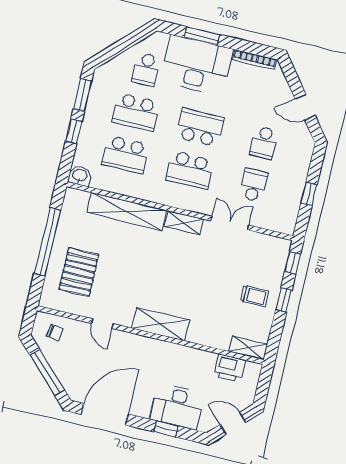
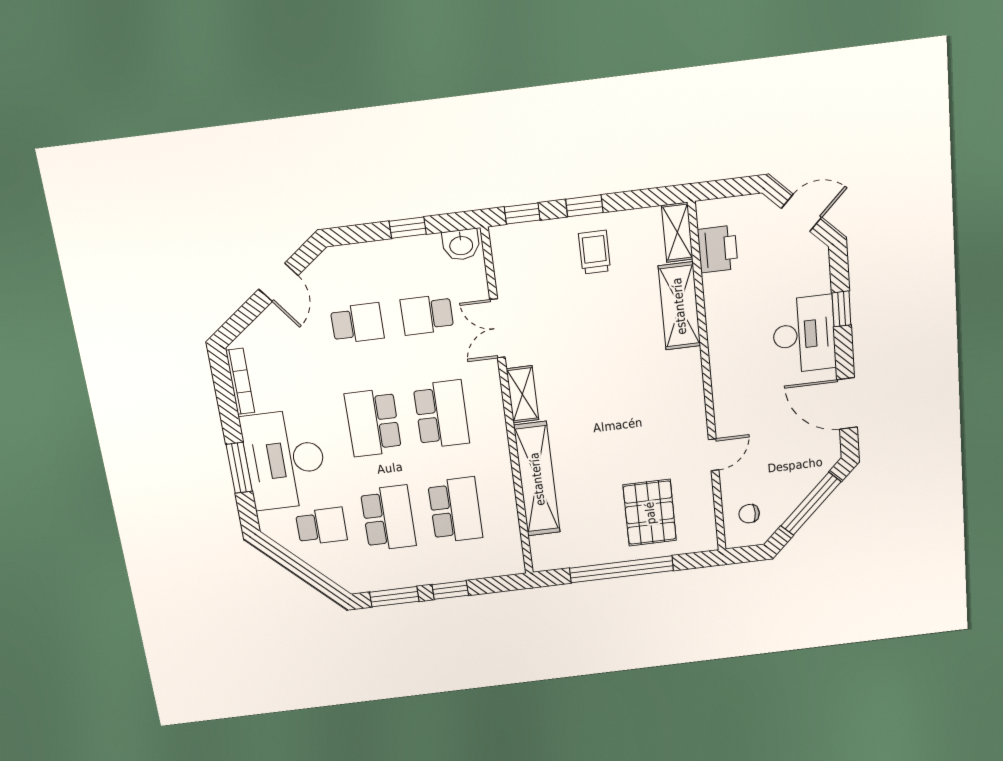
washbasin: (80, 176) -> (461, 245), moved, turned -90
pallet: (79, 272) -> (650, 513), turned 90
shelving: (160, 324) -> (679, 306), moved
chair: (55, 333) -> (749, 514), turned -99
desk: (177, 406) -> (804, 334), moved
door: (105, 414) -> (847, 404), width x0.73
door: (233, 423) -> (802, 213), swing flipped

